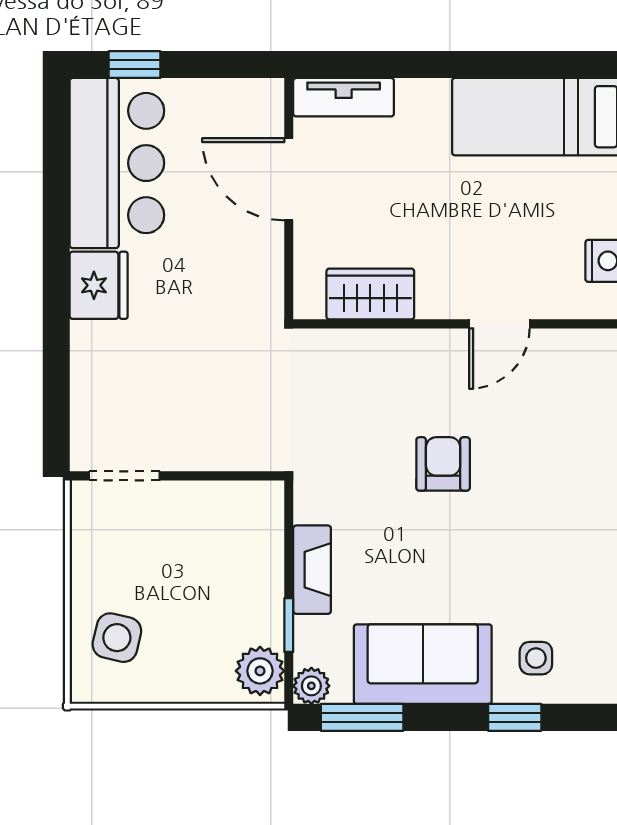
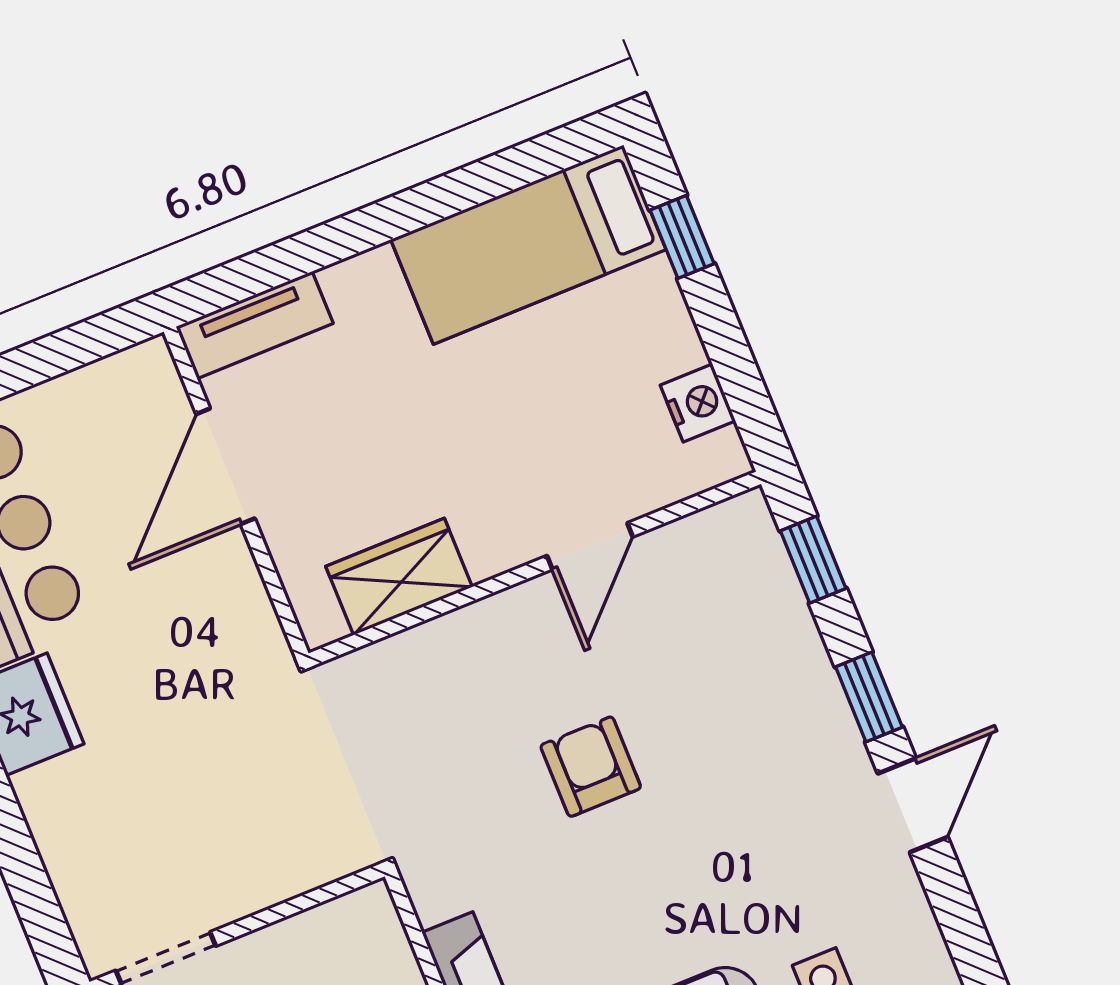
door: (289, 179) -> (225, 466), hinge flipped

